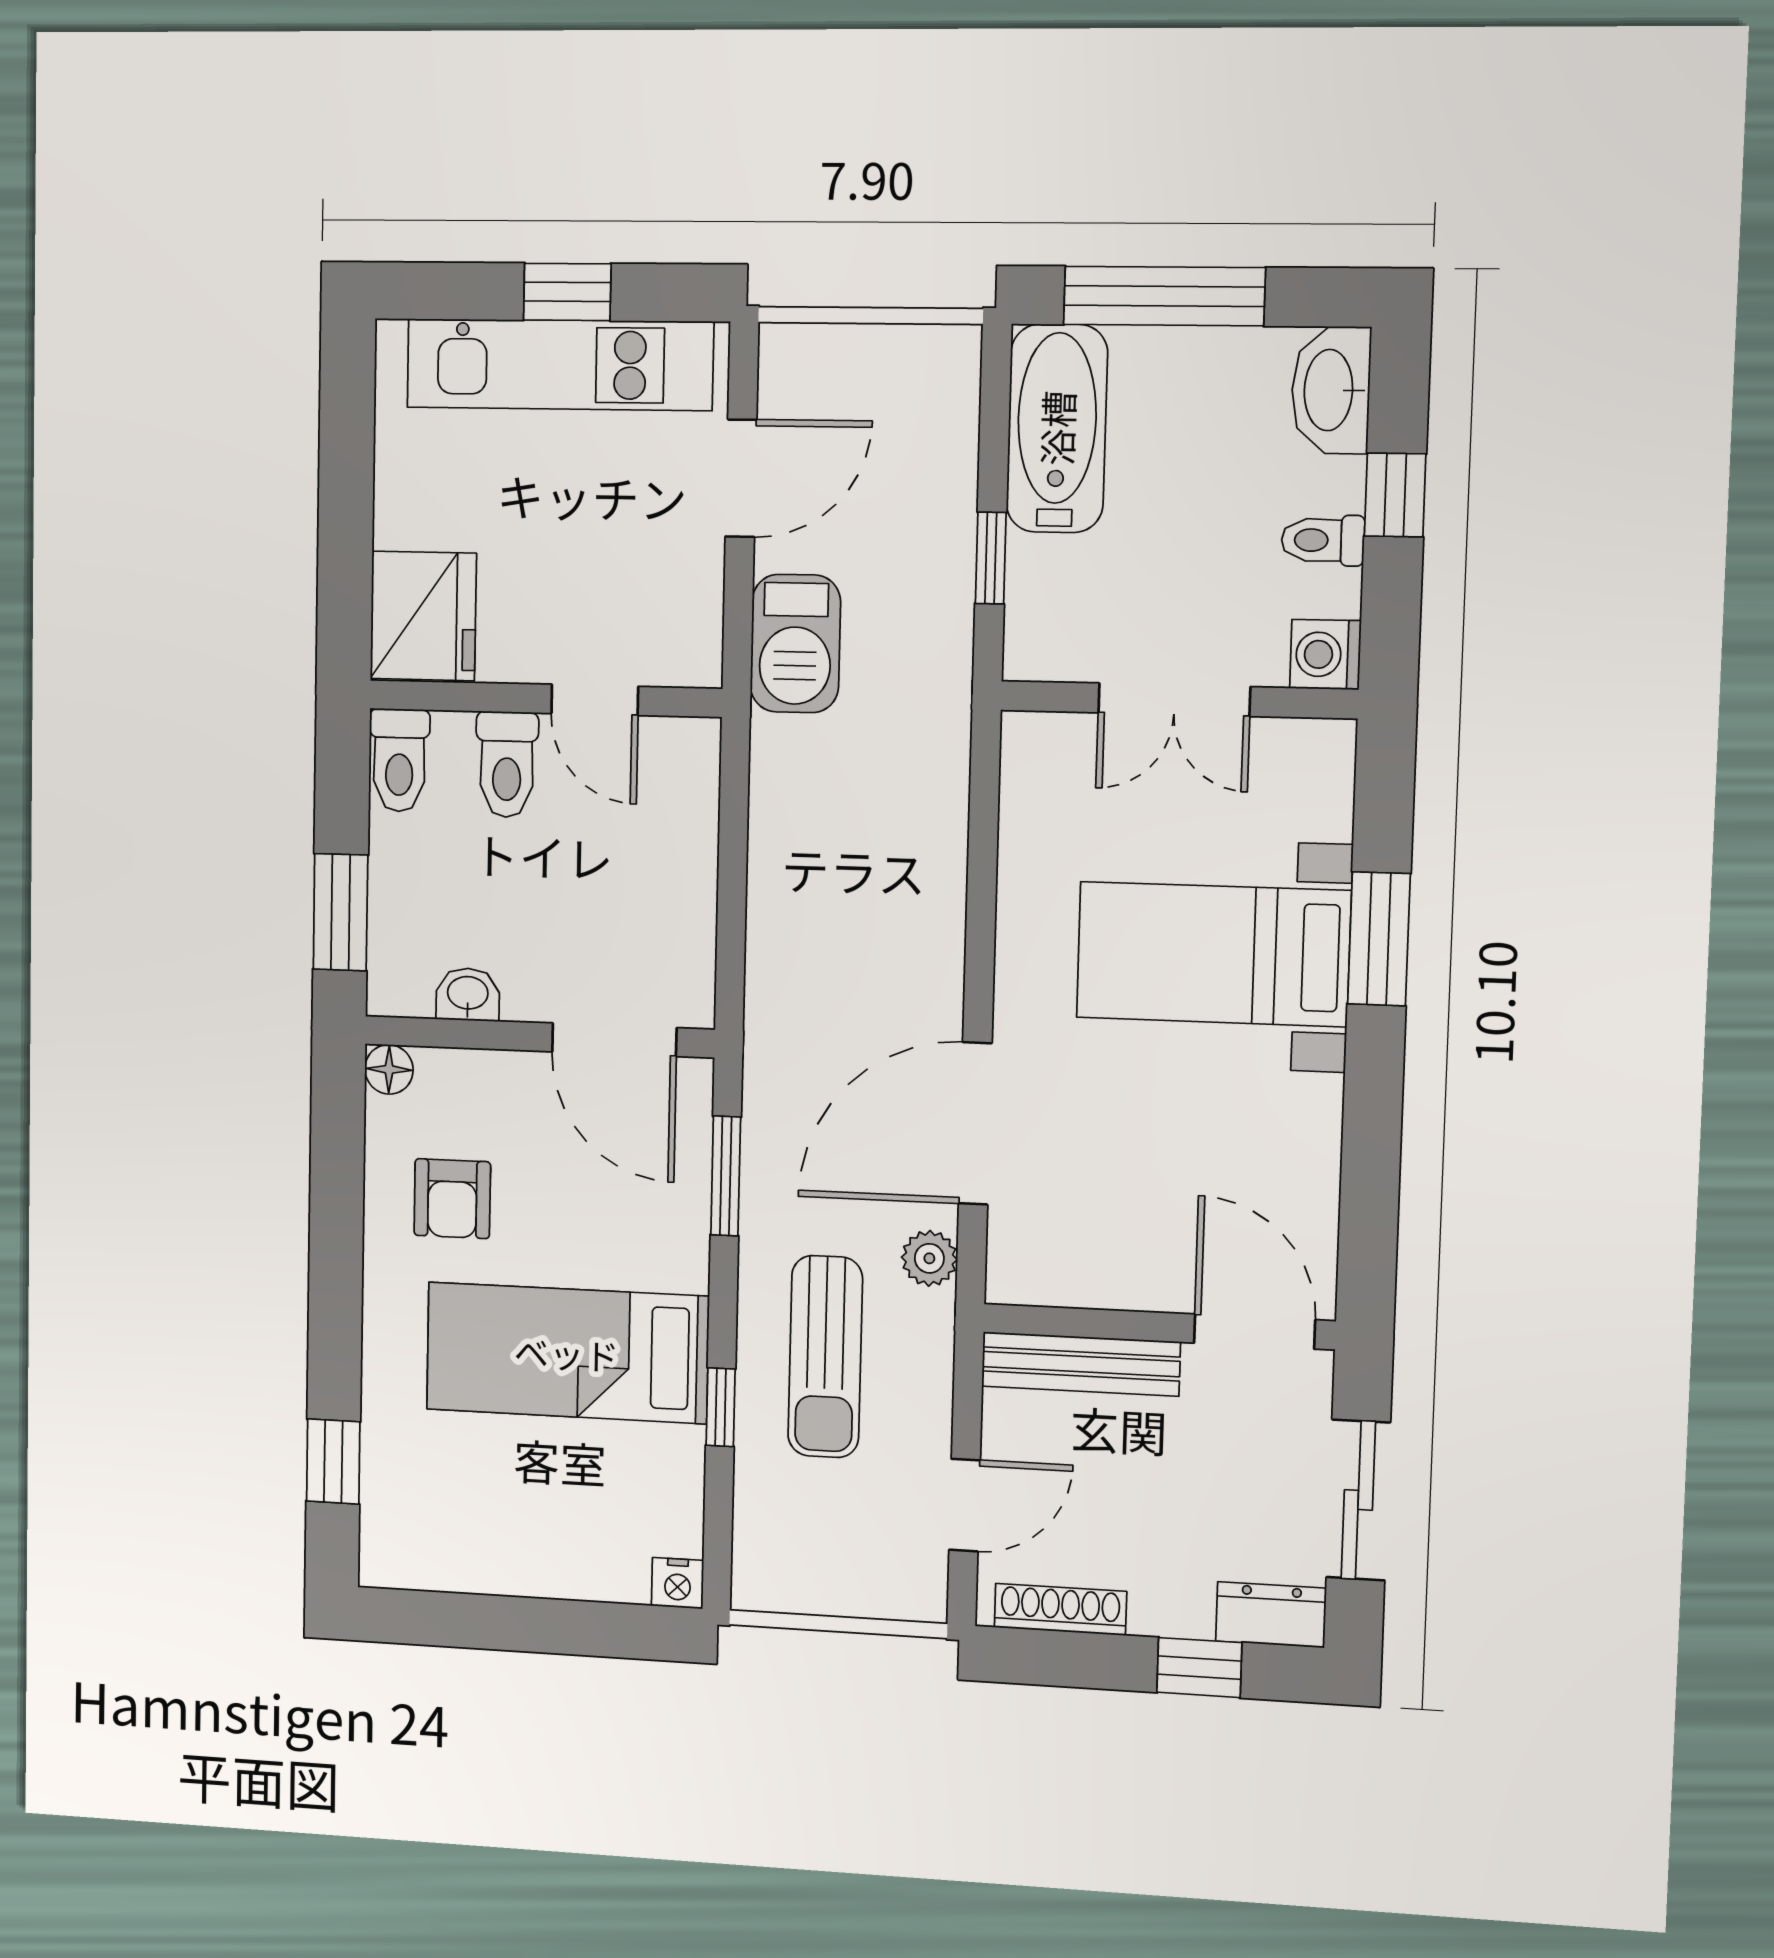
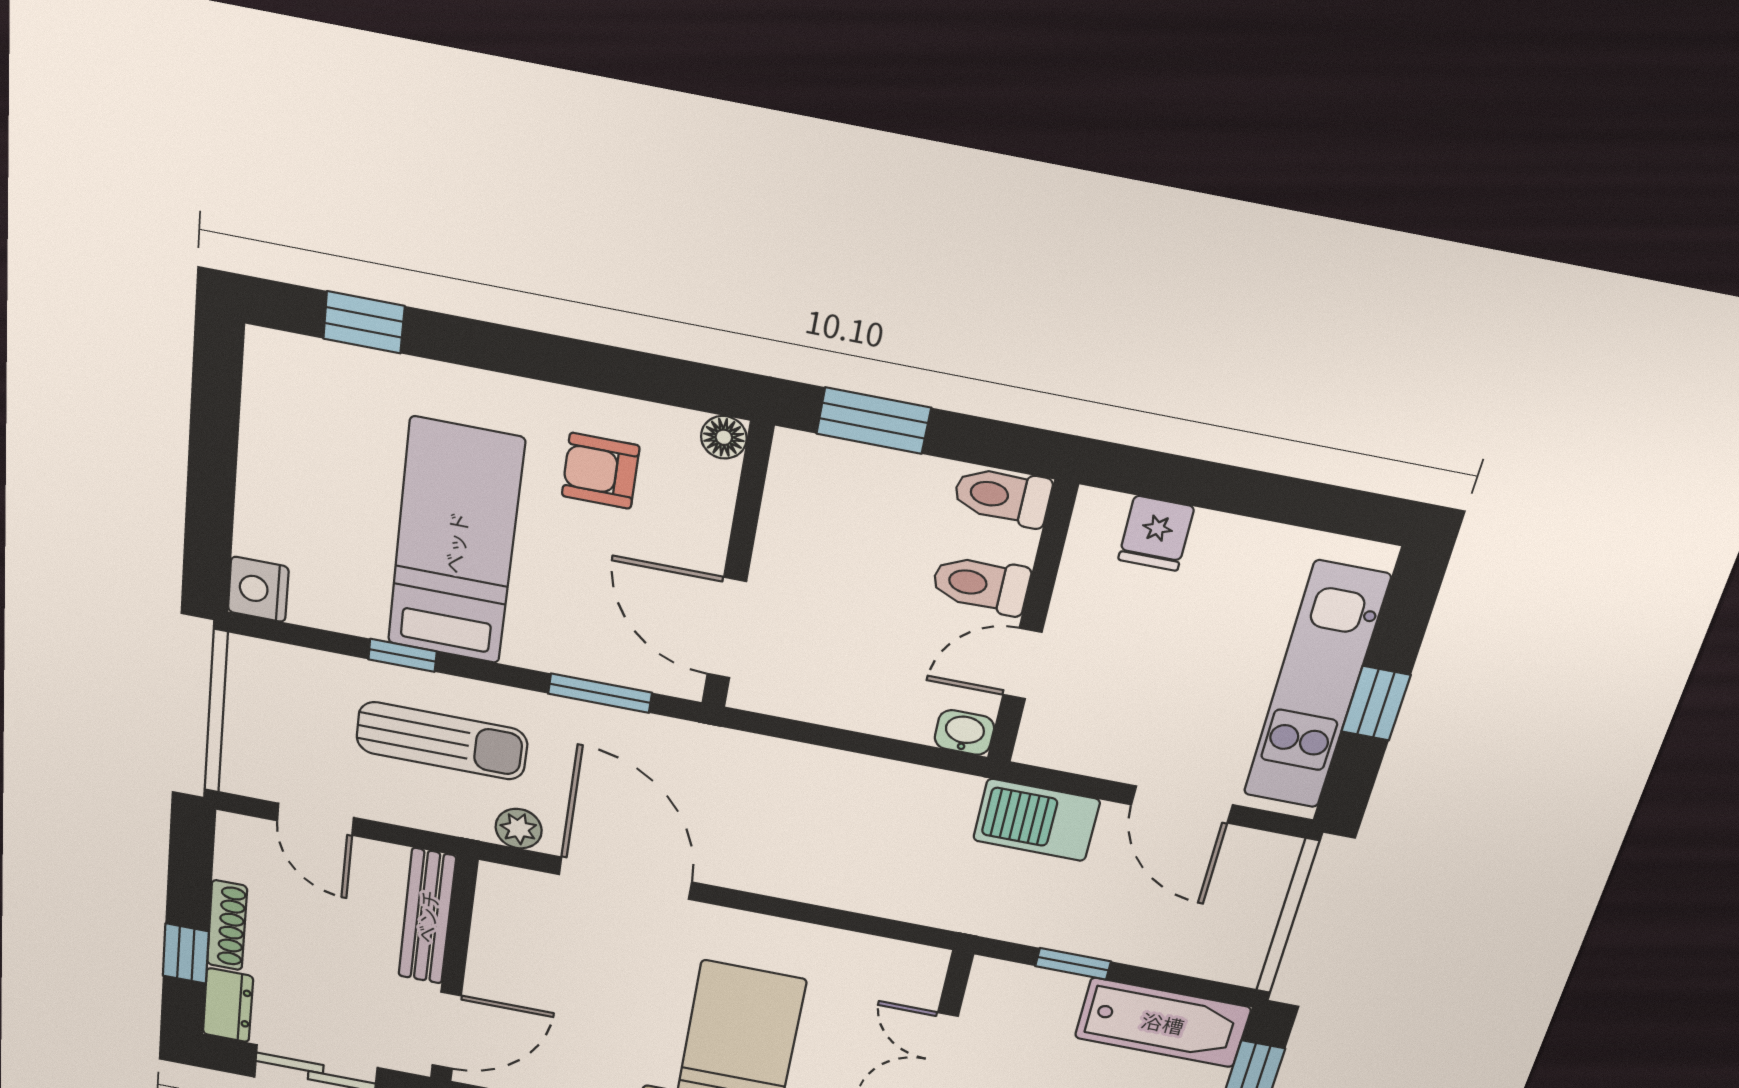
fridge: (423, 616) -> (1156, 533), width x0.53, depth x0.75
washbasin: (468, 994) -> (964, 732), moved, turned -90
door: (614, 1040) -> (727, 628), hinge flipped
sun lounger: (825, 1357) -> (442, 741), turned 180
nightstand: (678, 1583) -> (258, 589), width x1.39, depth x1.35
shoe rack: (1060, 1609) -> (227, 925), moved

